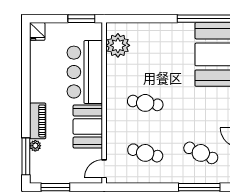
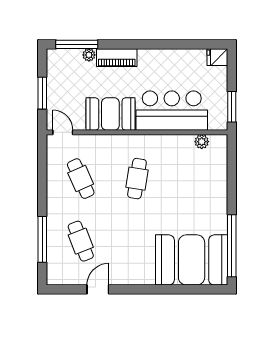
plant: (118, 45) -> (202, 142), width x0.53, depth x0.53
cafe table: (145, 153) -> (81, 179), turned -39
cafe table: (201, 153) -> (81, 241), turned -45
window: (55, 187) -> (42, 93), moved

